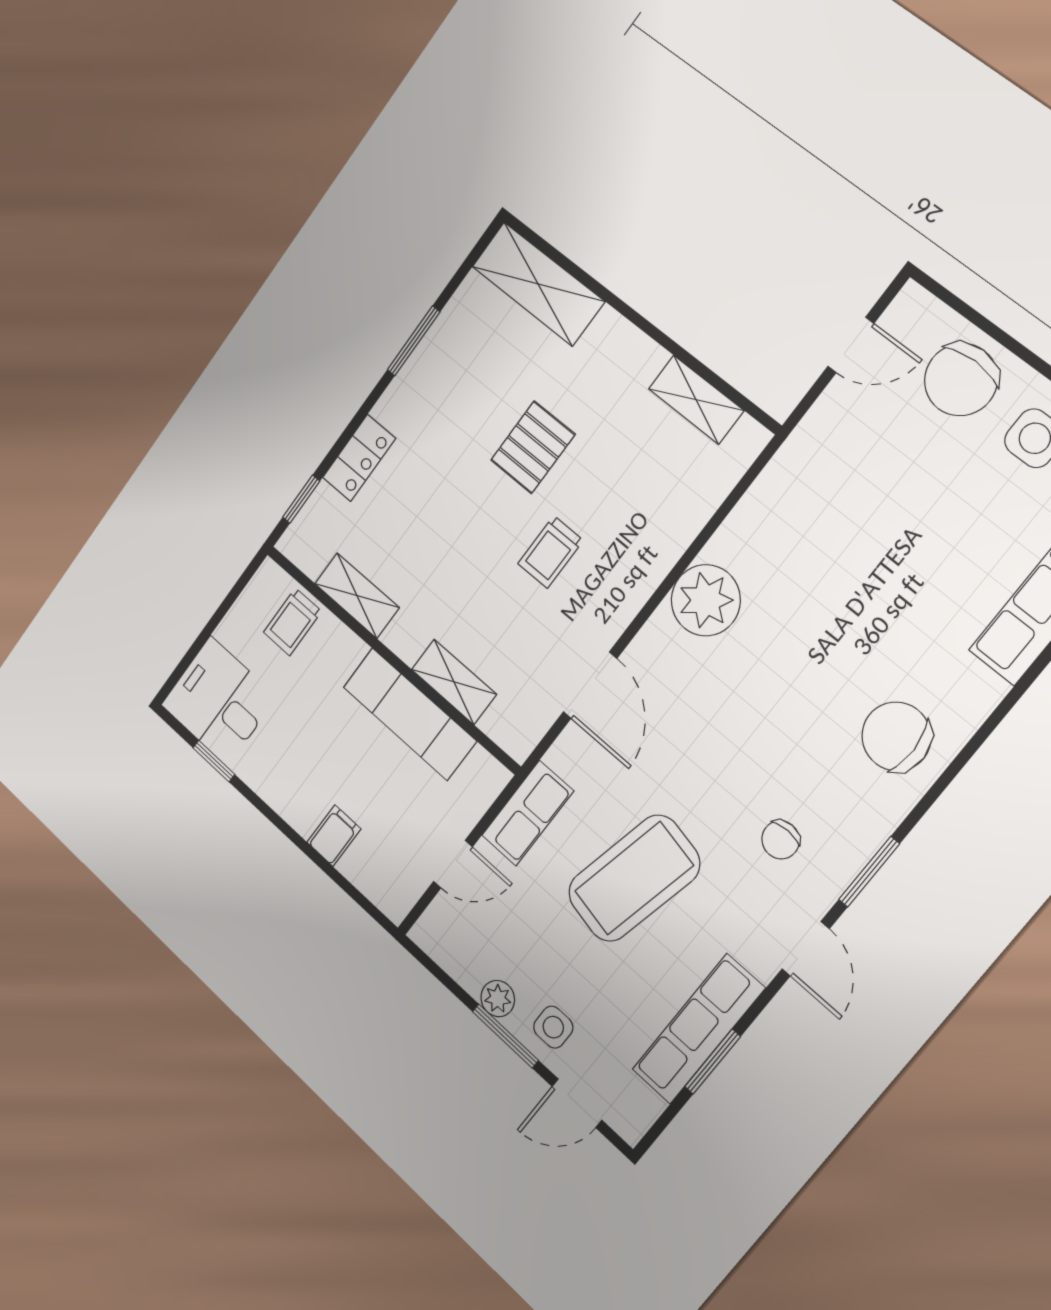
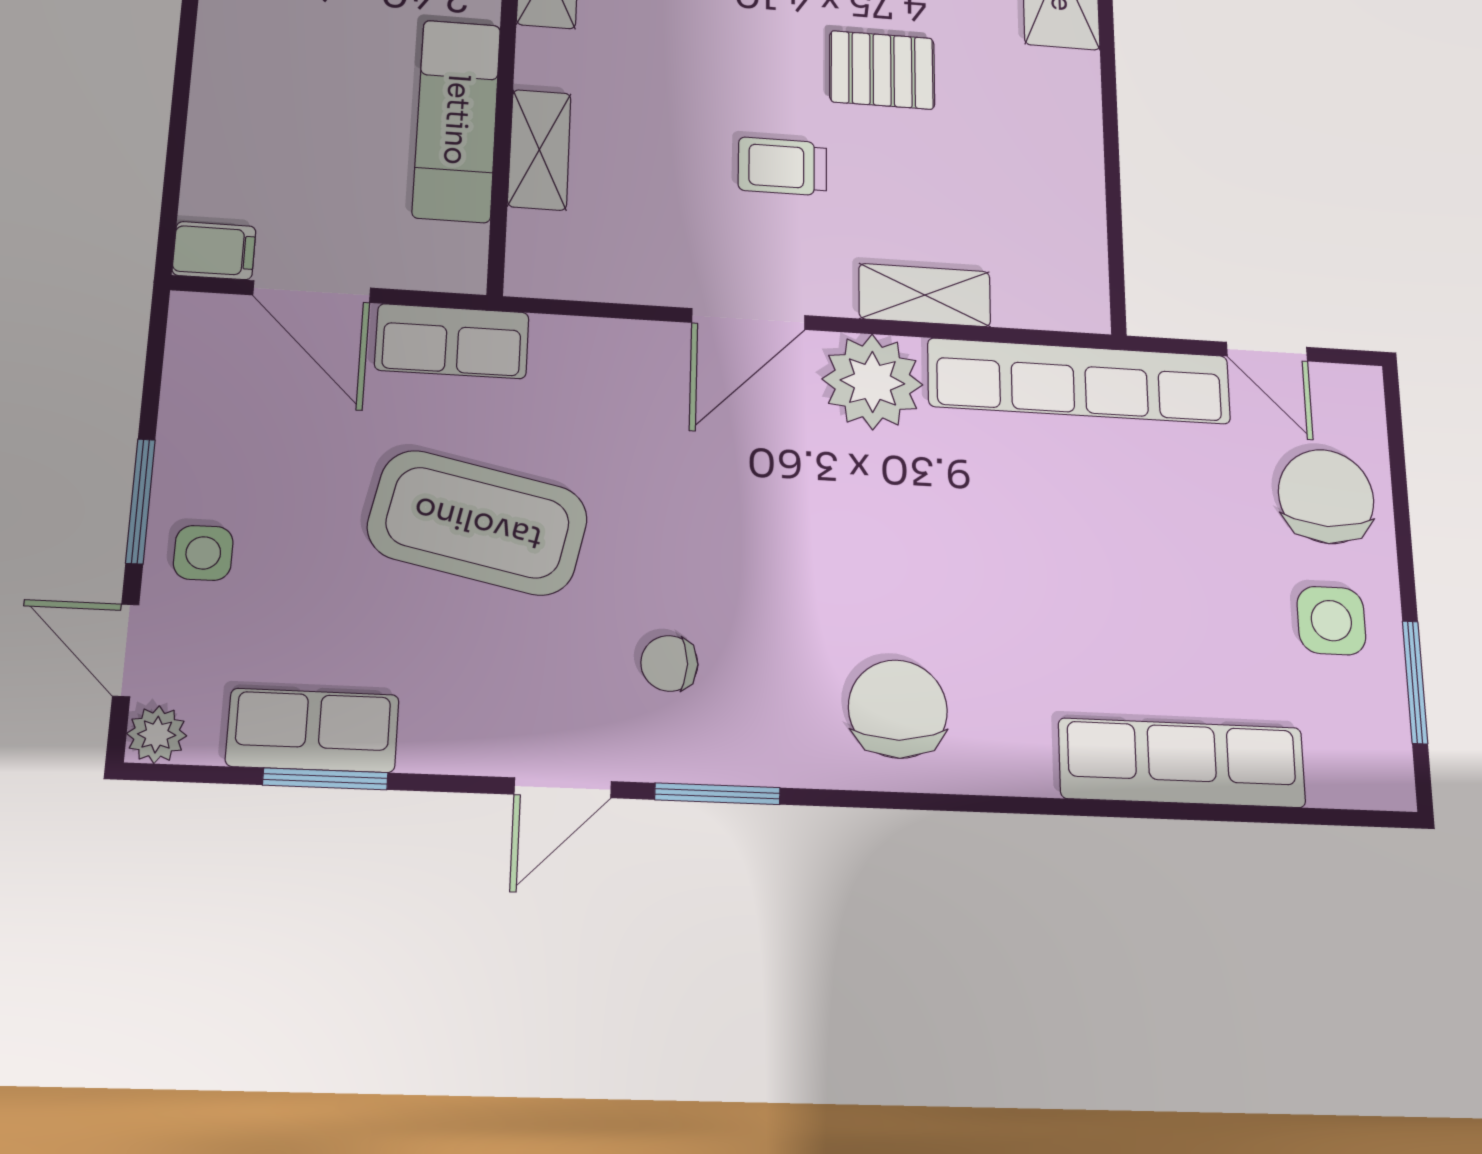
chair: (961, 380) -> (1326, 496), turned 91
shelving: (696, 400) -> (925, 295), moved, turned 90
row of seats: (788, 477) -> (1080, 381), added
door: (590, 685) -> (748, 319), moved
filing cabinet: (334, 836) -> (214, 251), moved
door: (453, 864) -> (312, 292), width x1.37
plant: (498, 999) -> (157, 735), moved
row of seats: (698, 1029) -> (313, 730), width x0.68

